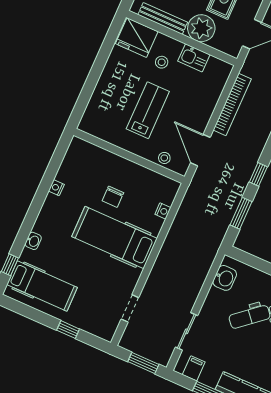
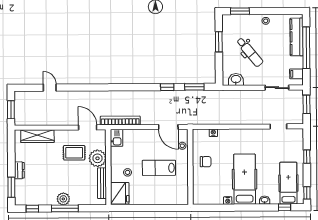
kitchen sink: (194, 58) -> (116, 138), moved
bookcase: (232, 104) -> (120, 121), moved
door: (200, 150) -> (168, 127), hinge flipped
chair: (113, 197) -> (206, 162), moved
hospital bed: (114, 237) -> (245, 179), moved, turned 180
window: (16, 306) -> (307, 193), added

